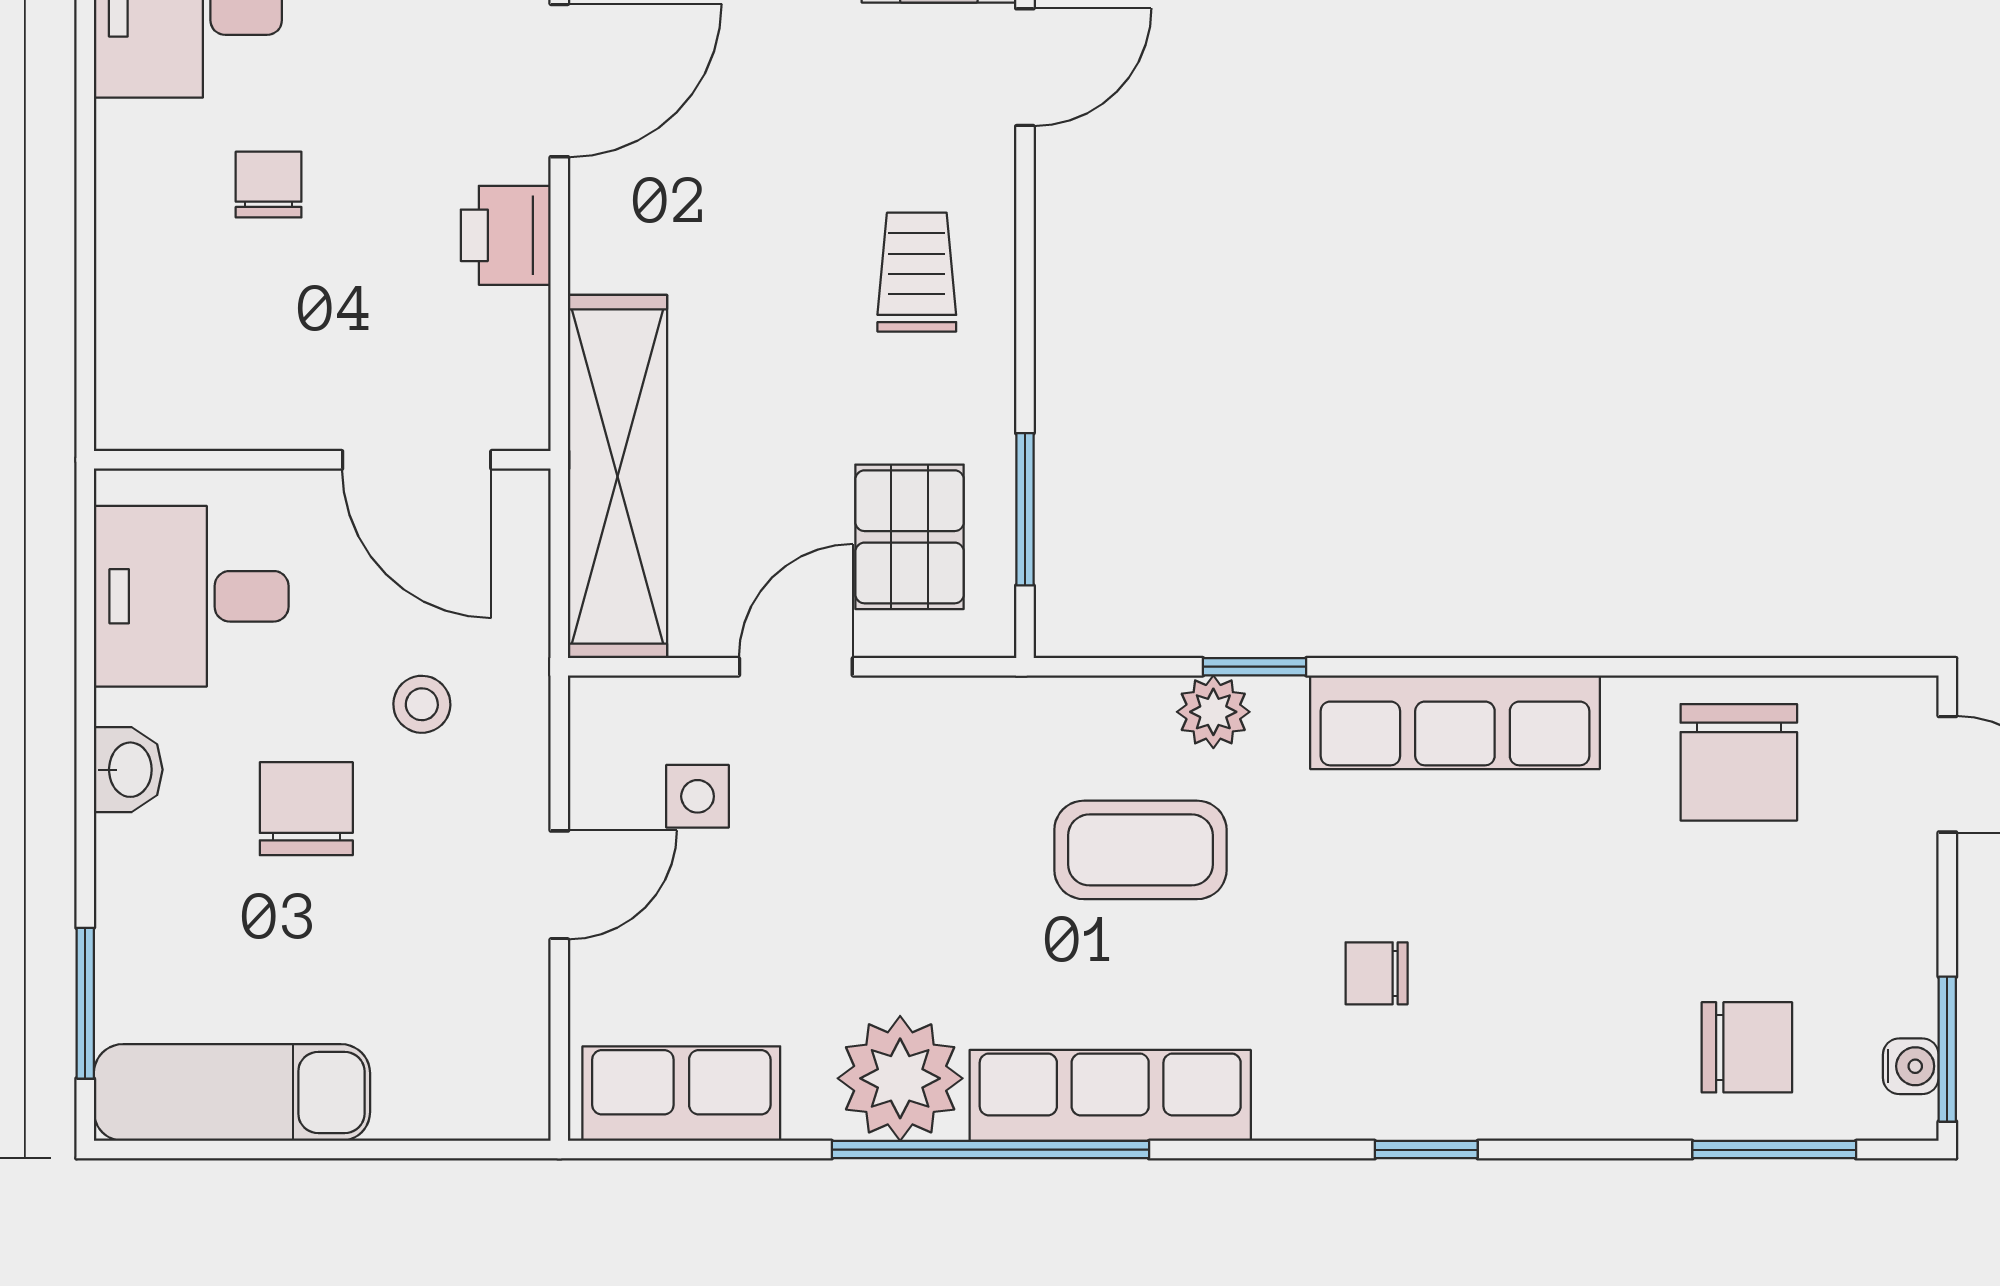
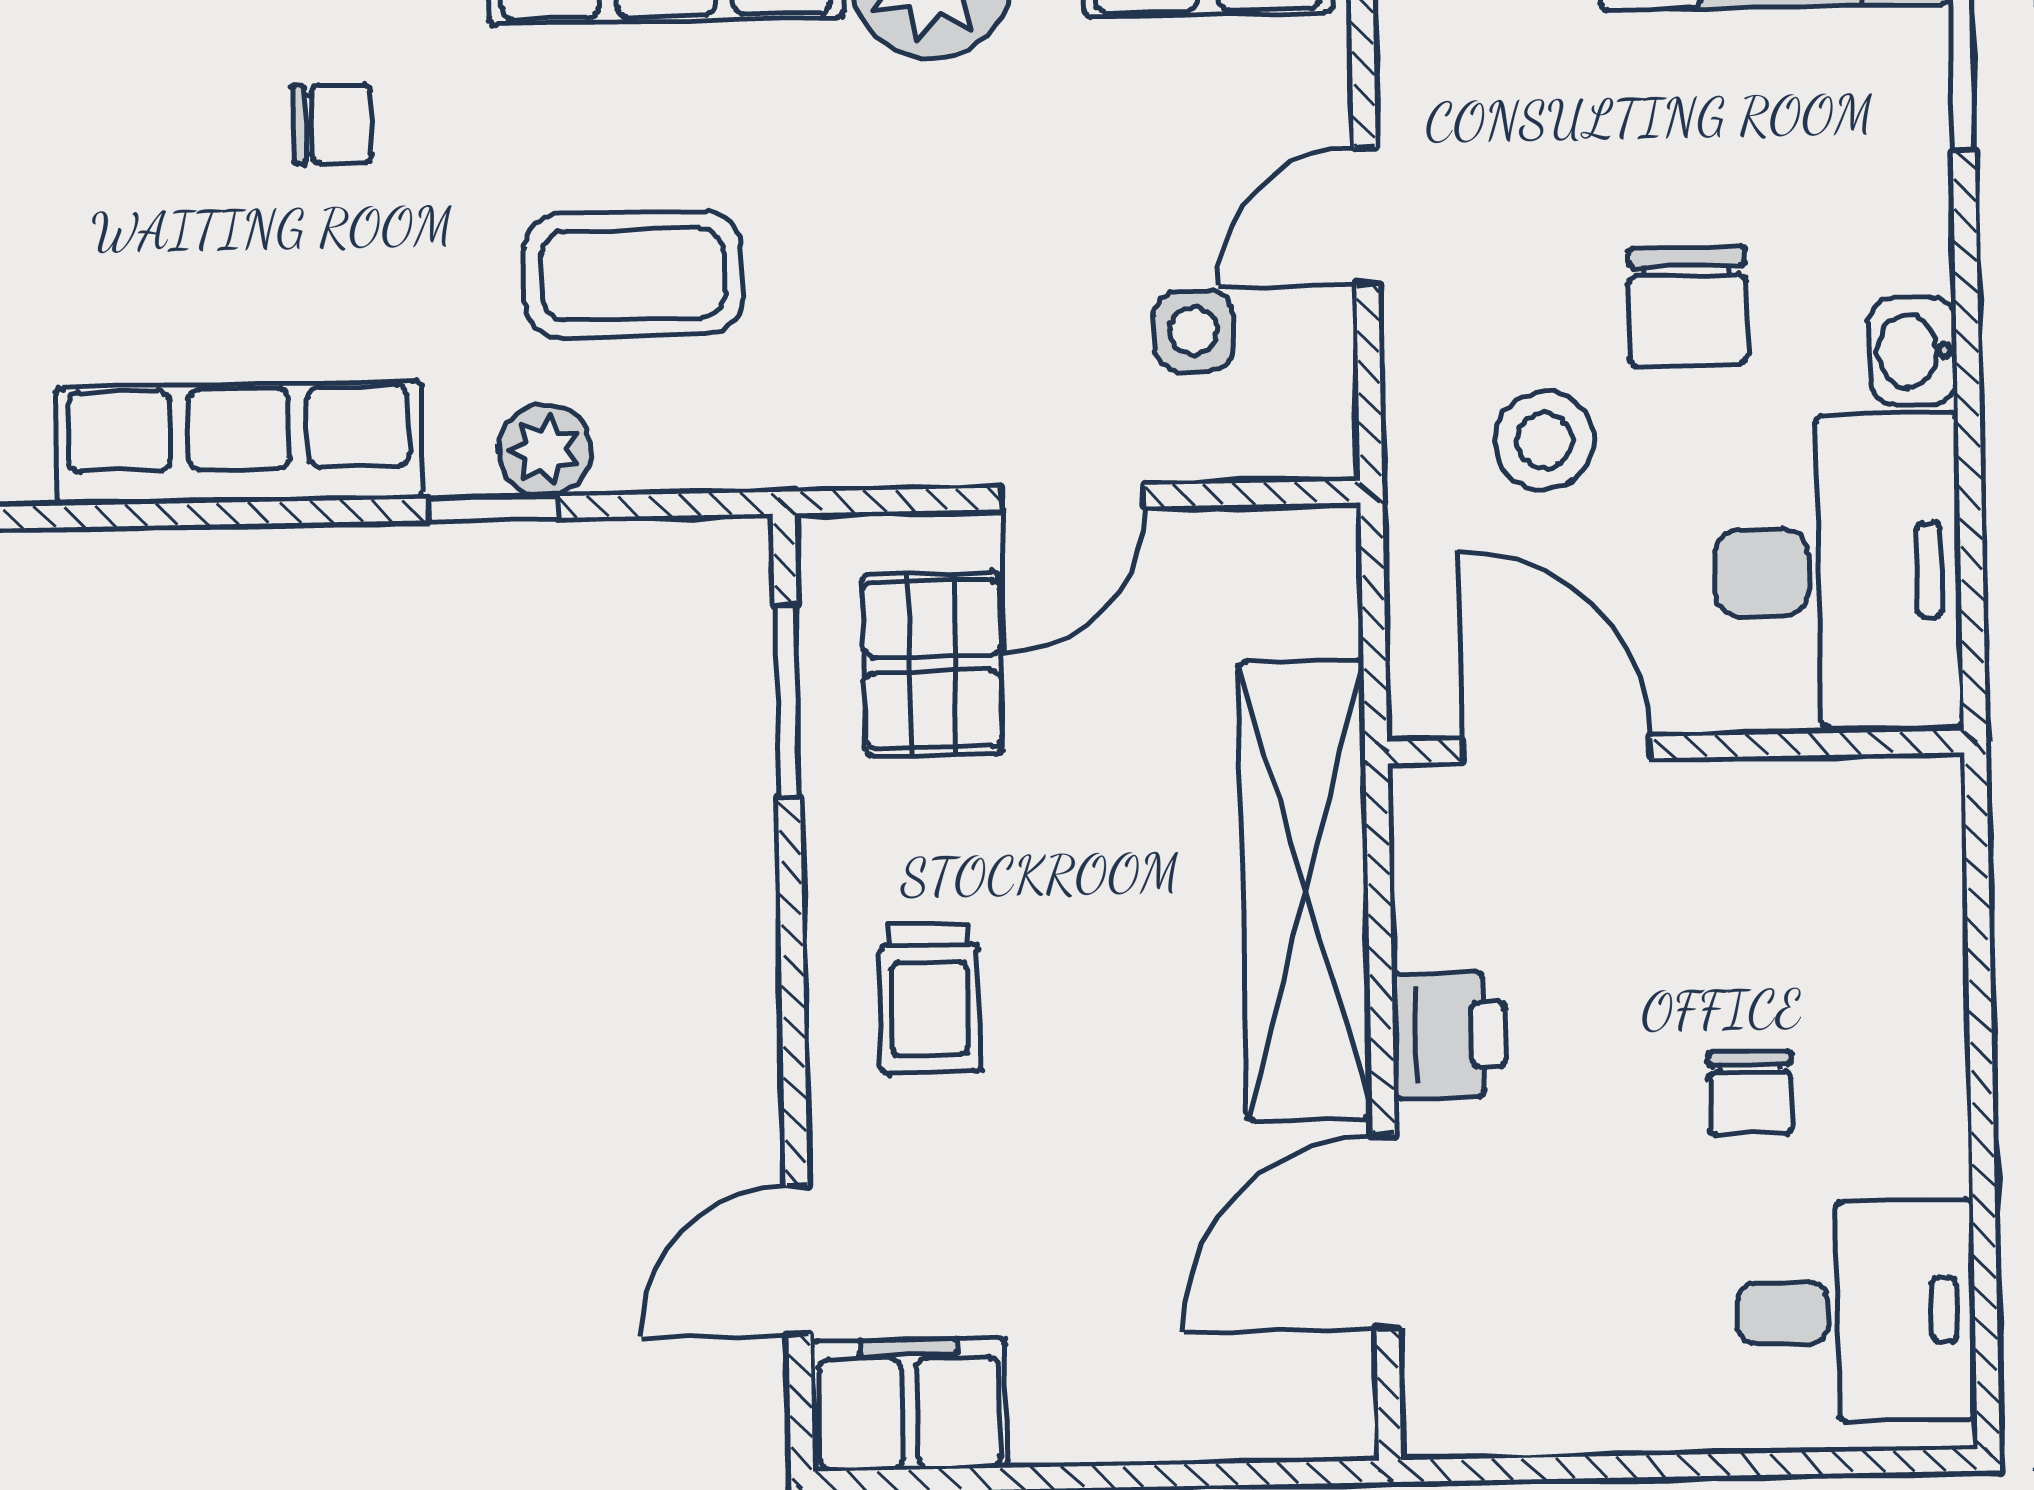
shelving: (618, 477) -> (1306, 890), moved
desk: (191, 596) -> (1838, 571), width x1.37
stool: (422, 704) -> (1544, 441), width x1.37, depth x1.37

